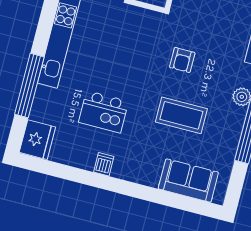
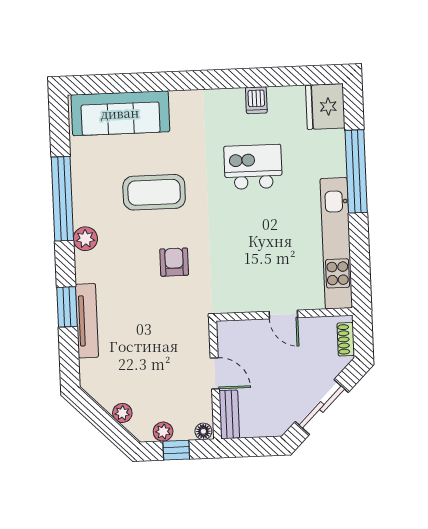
dishwasher: (104, 164) -> (256, 100), moved
sofa: (188, 181) -> (120, 113), width x1.36

